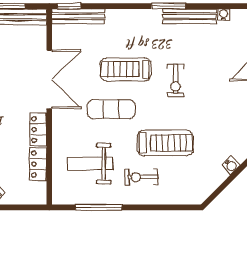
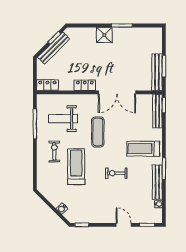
treadmill: (126, 69) -> (143, 149), moved, turned -90
treadmill: (165, 143) -> (76, 167), turned 180
locker: (38, 164) -> (47, 85), moved
weight bench: (90, 164) -> (63, 119), turned -90

